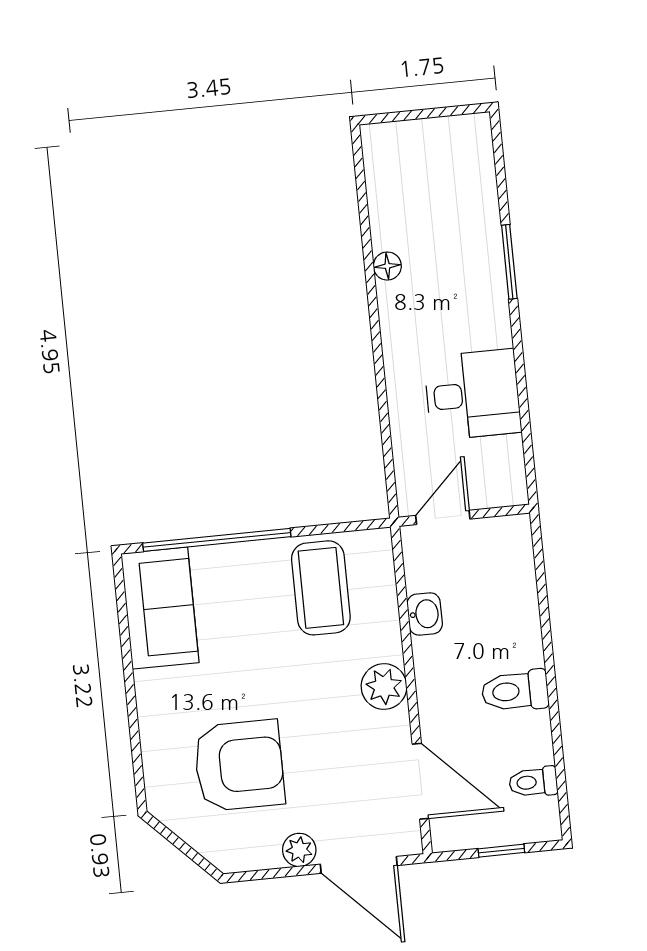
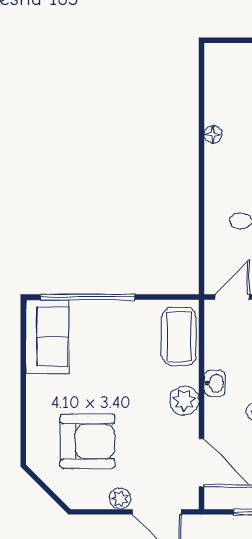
coffee table: (321, 588) -> (179, 336), moved
washbasin: (425, 614) -> (215, 383), moved

